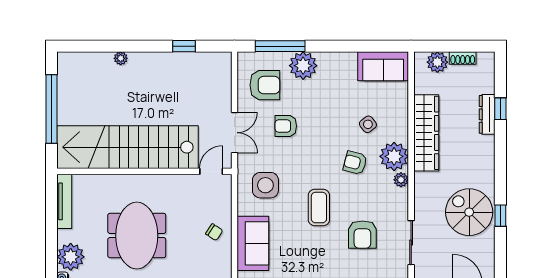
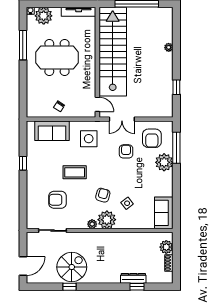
wardrobe: (426, 133) -> (122, 240), removed

